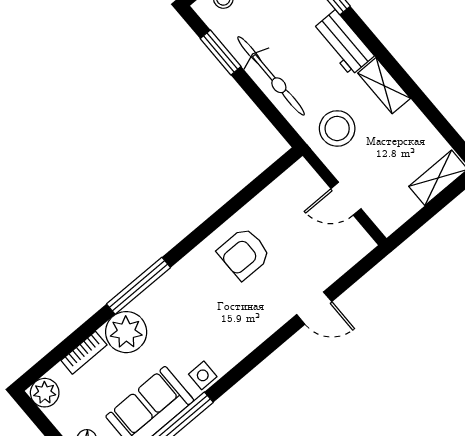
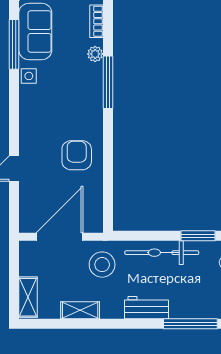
shelving: (384, 86) -> (80, 310), moved
door: (346, 199) -> (59, 237), width x1.88
plant: (126, 332) -> (95, 54), width x0.53, depth x0.53

